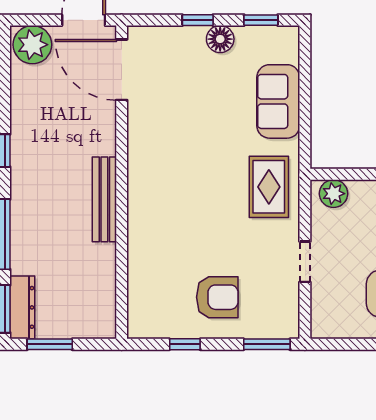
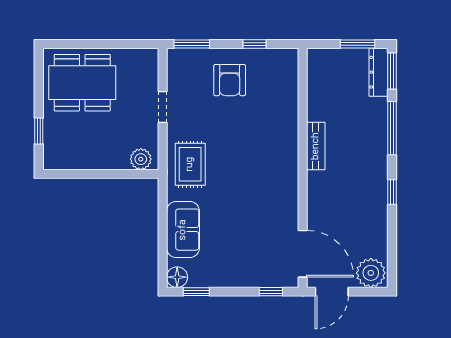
window: (198, 20) -> (271, 292), moved
floor lamp: (220, 39) -> (177, 277), moved
bench: (104, 199) -> (316, 146), width x0.73
armchair: (217, 297) -> (230, 80), turned -90

